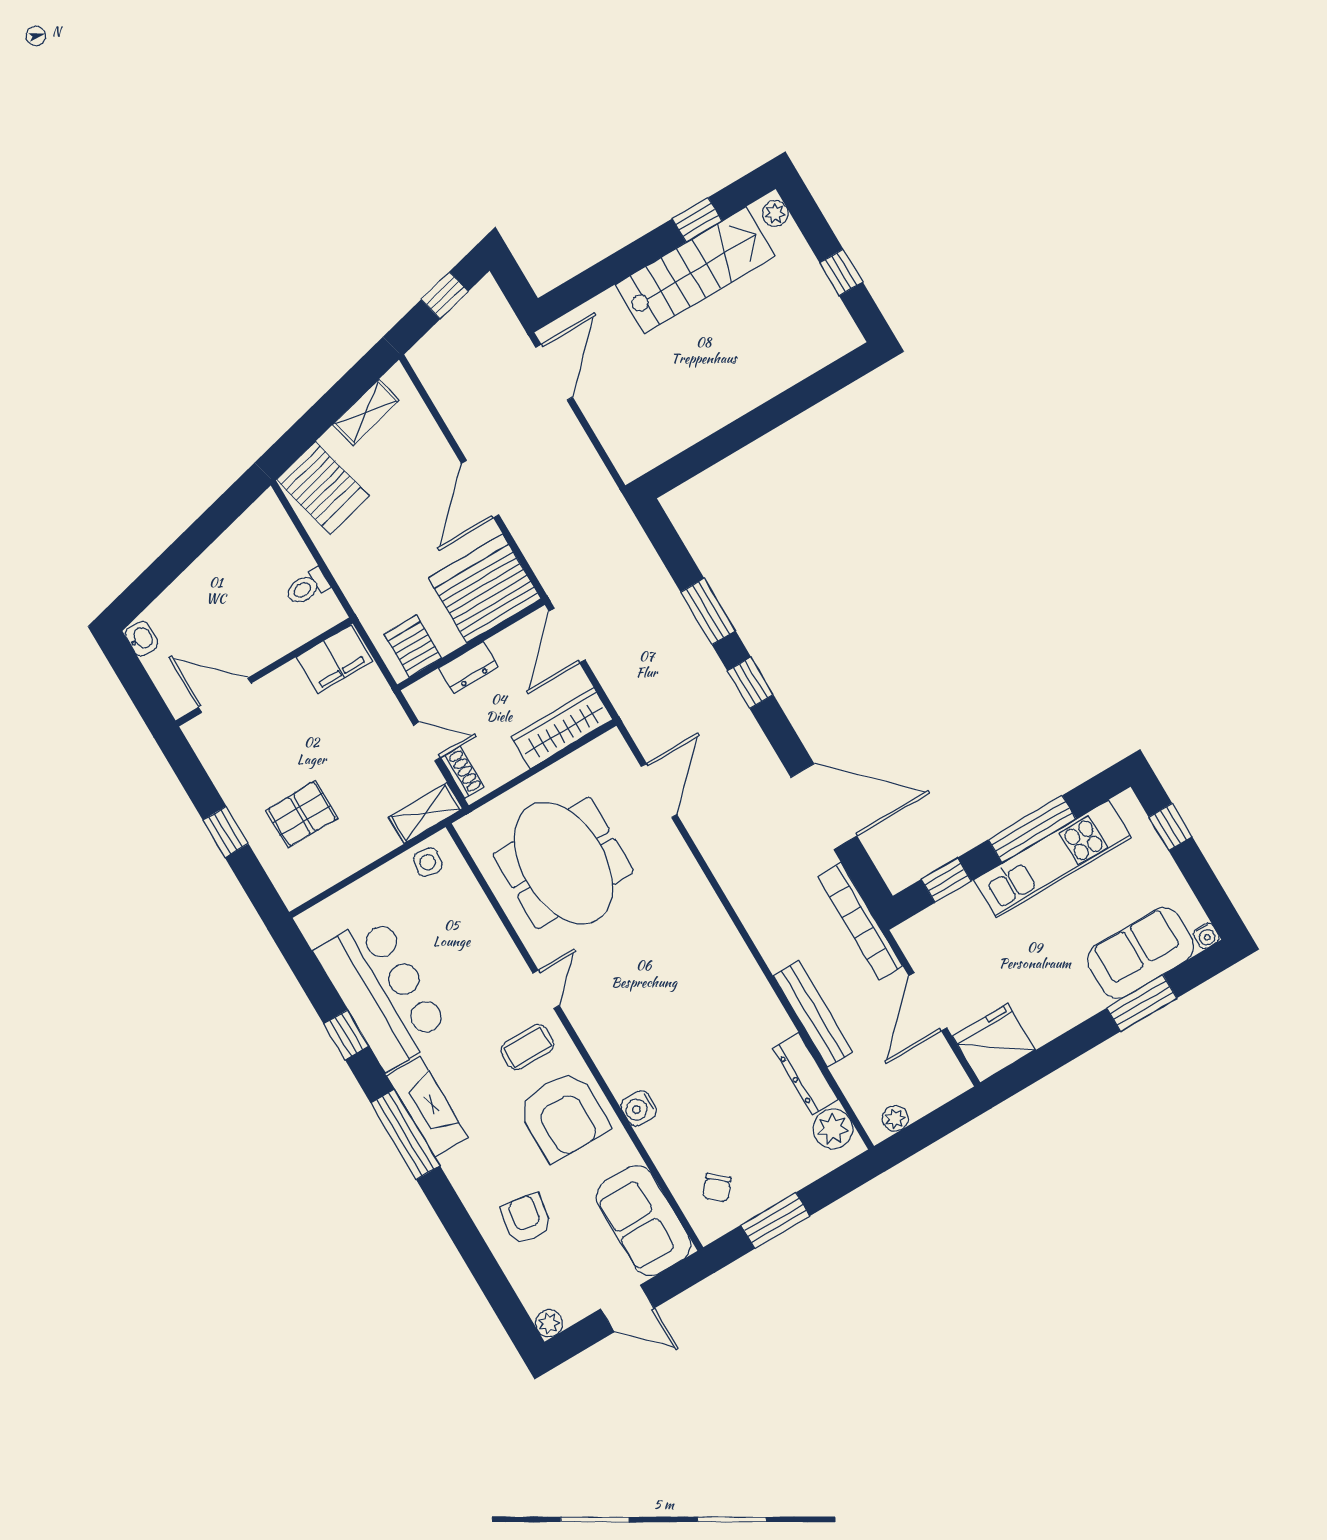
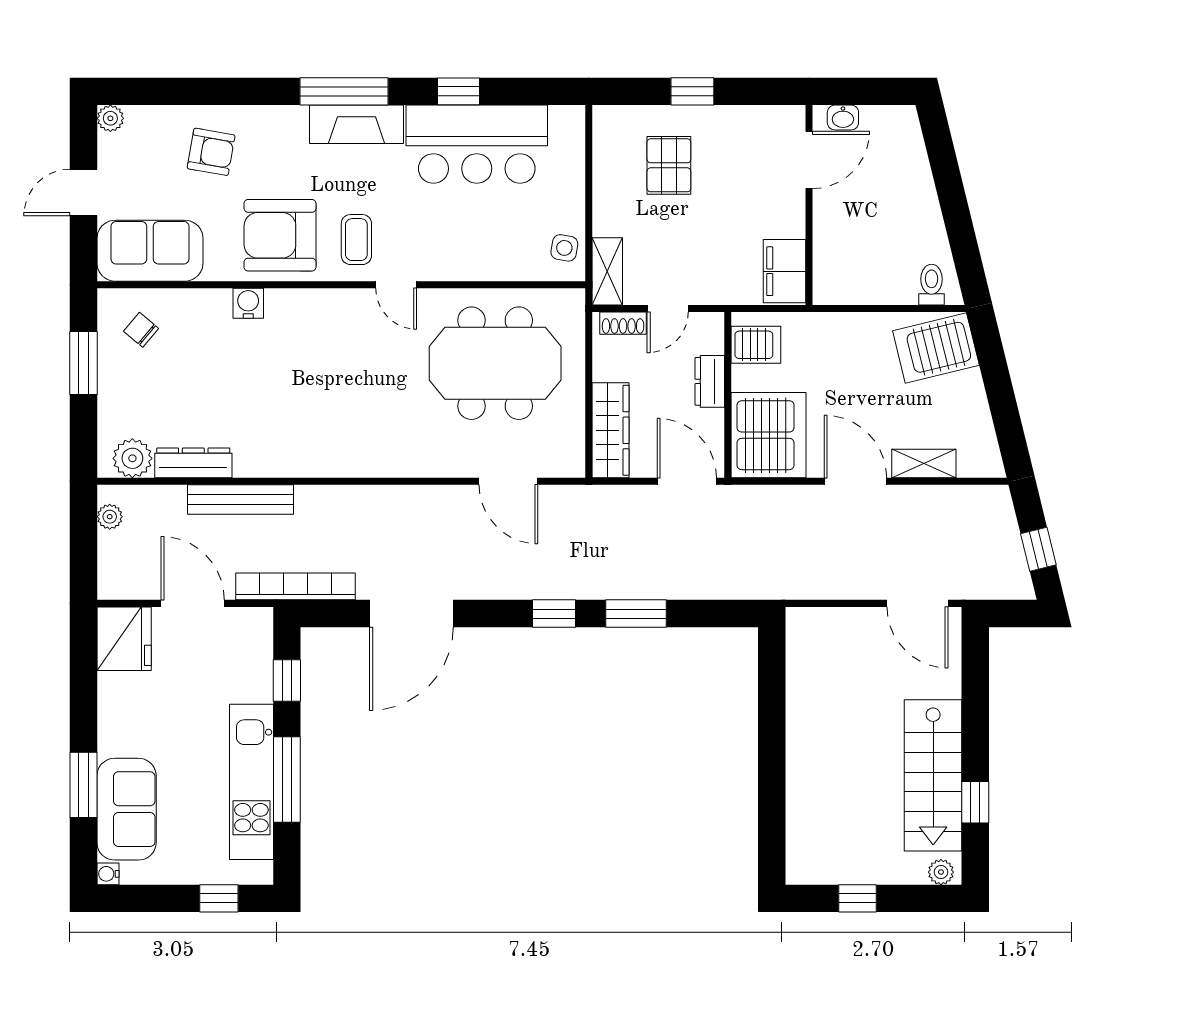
shelving: (366, 412) -> (924, 464), moved, turned -76
toilet: (307, 587) -> (932, 285), moved
washbasin: (142, 639) -> (843, 118), moved

